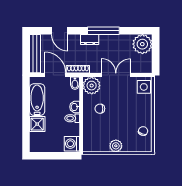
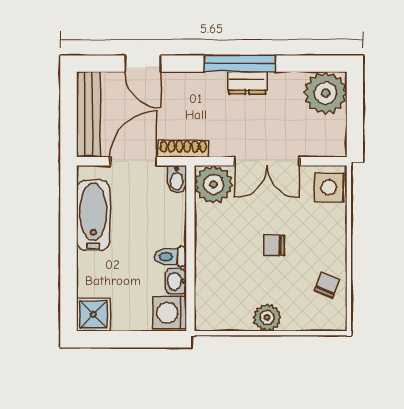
dresser: (90, 40) -> (247, 83), moved
door: (55, 75) -> (133, 161), hinge flipped
double door: (116, 75) -> (267, 161), swing flipped
washbasin: (75, 107) -> (176, 281), moved
chair: (100, 109) -> (274, 245), moved
shower: (37, 124) -> (93, 314), moved

